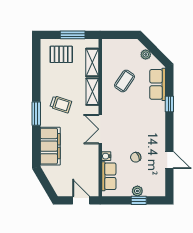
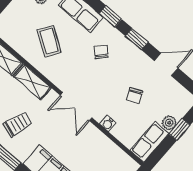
chair: (144, 116) -> (101, 52), added
window: (169, 130) -> (137, 39), added
row of seats: (109, 176) -> (149, 142), moved, turned -90

